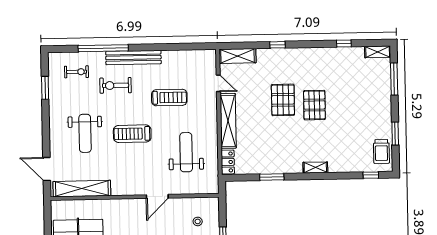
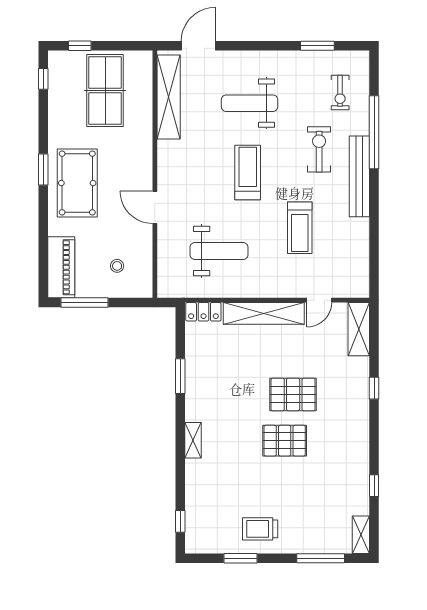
trolley: (381, 151) -> (260, 529), moved

